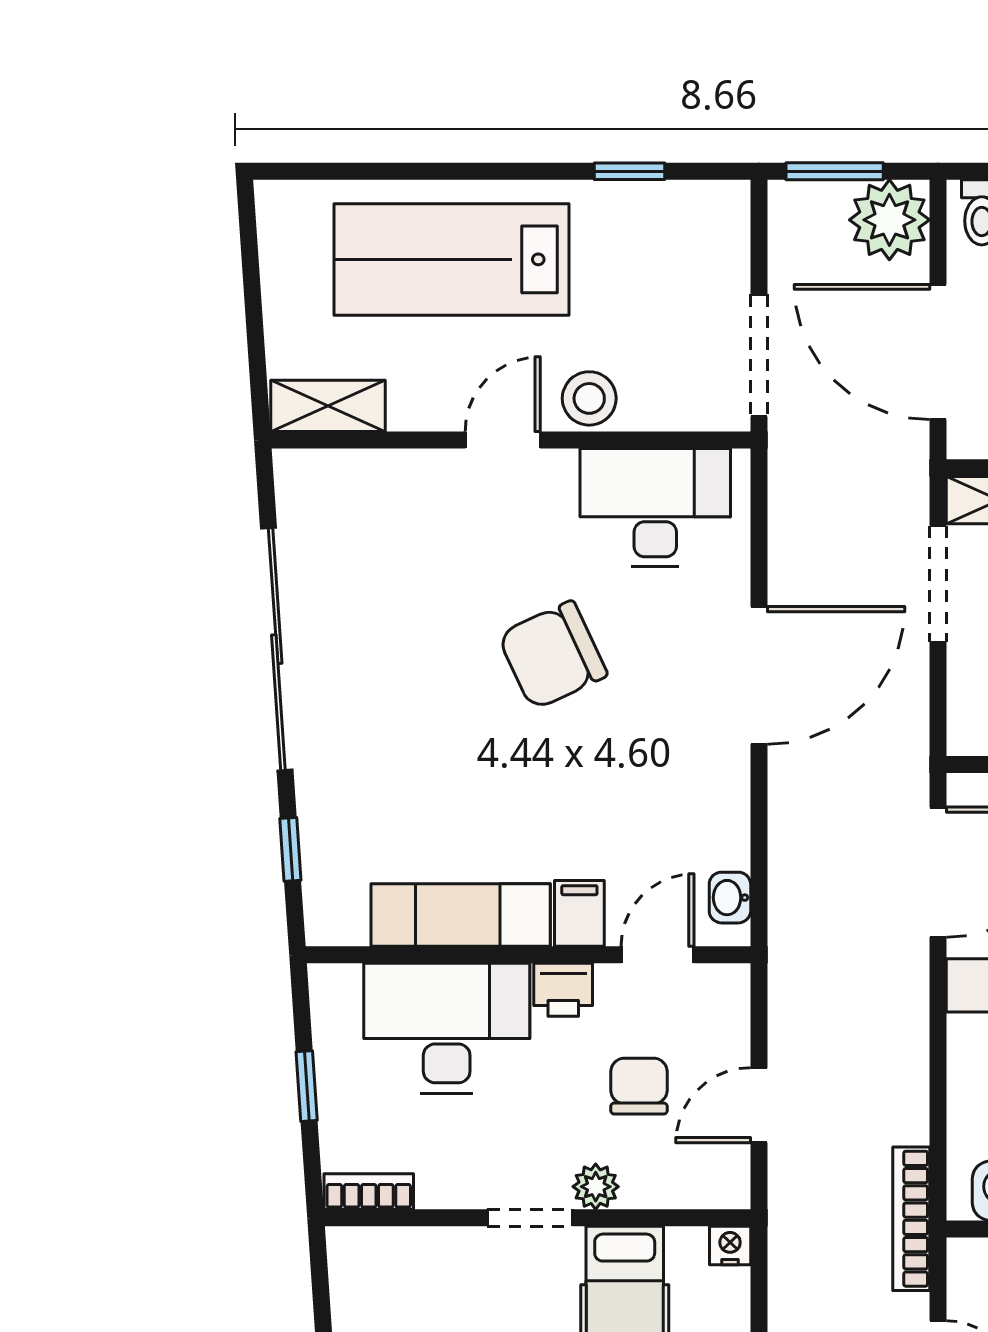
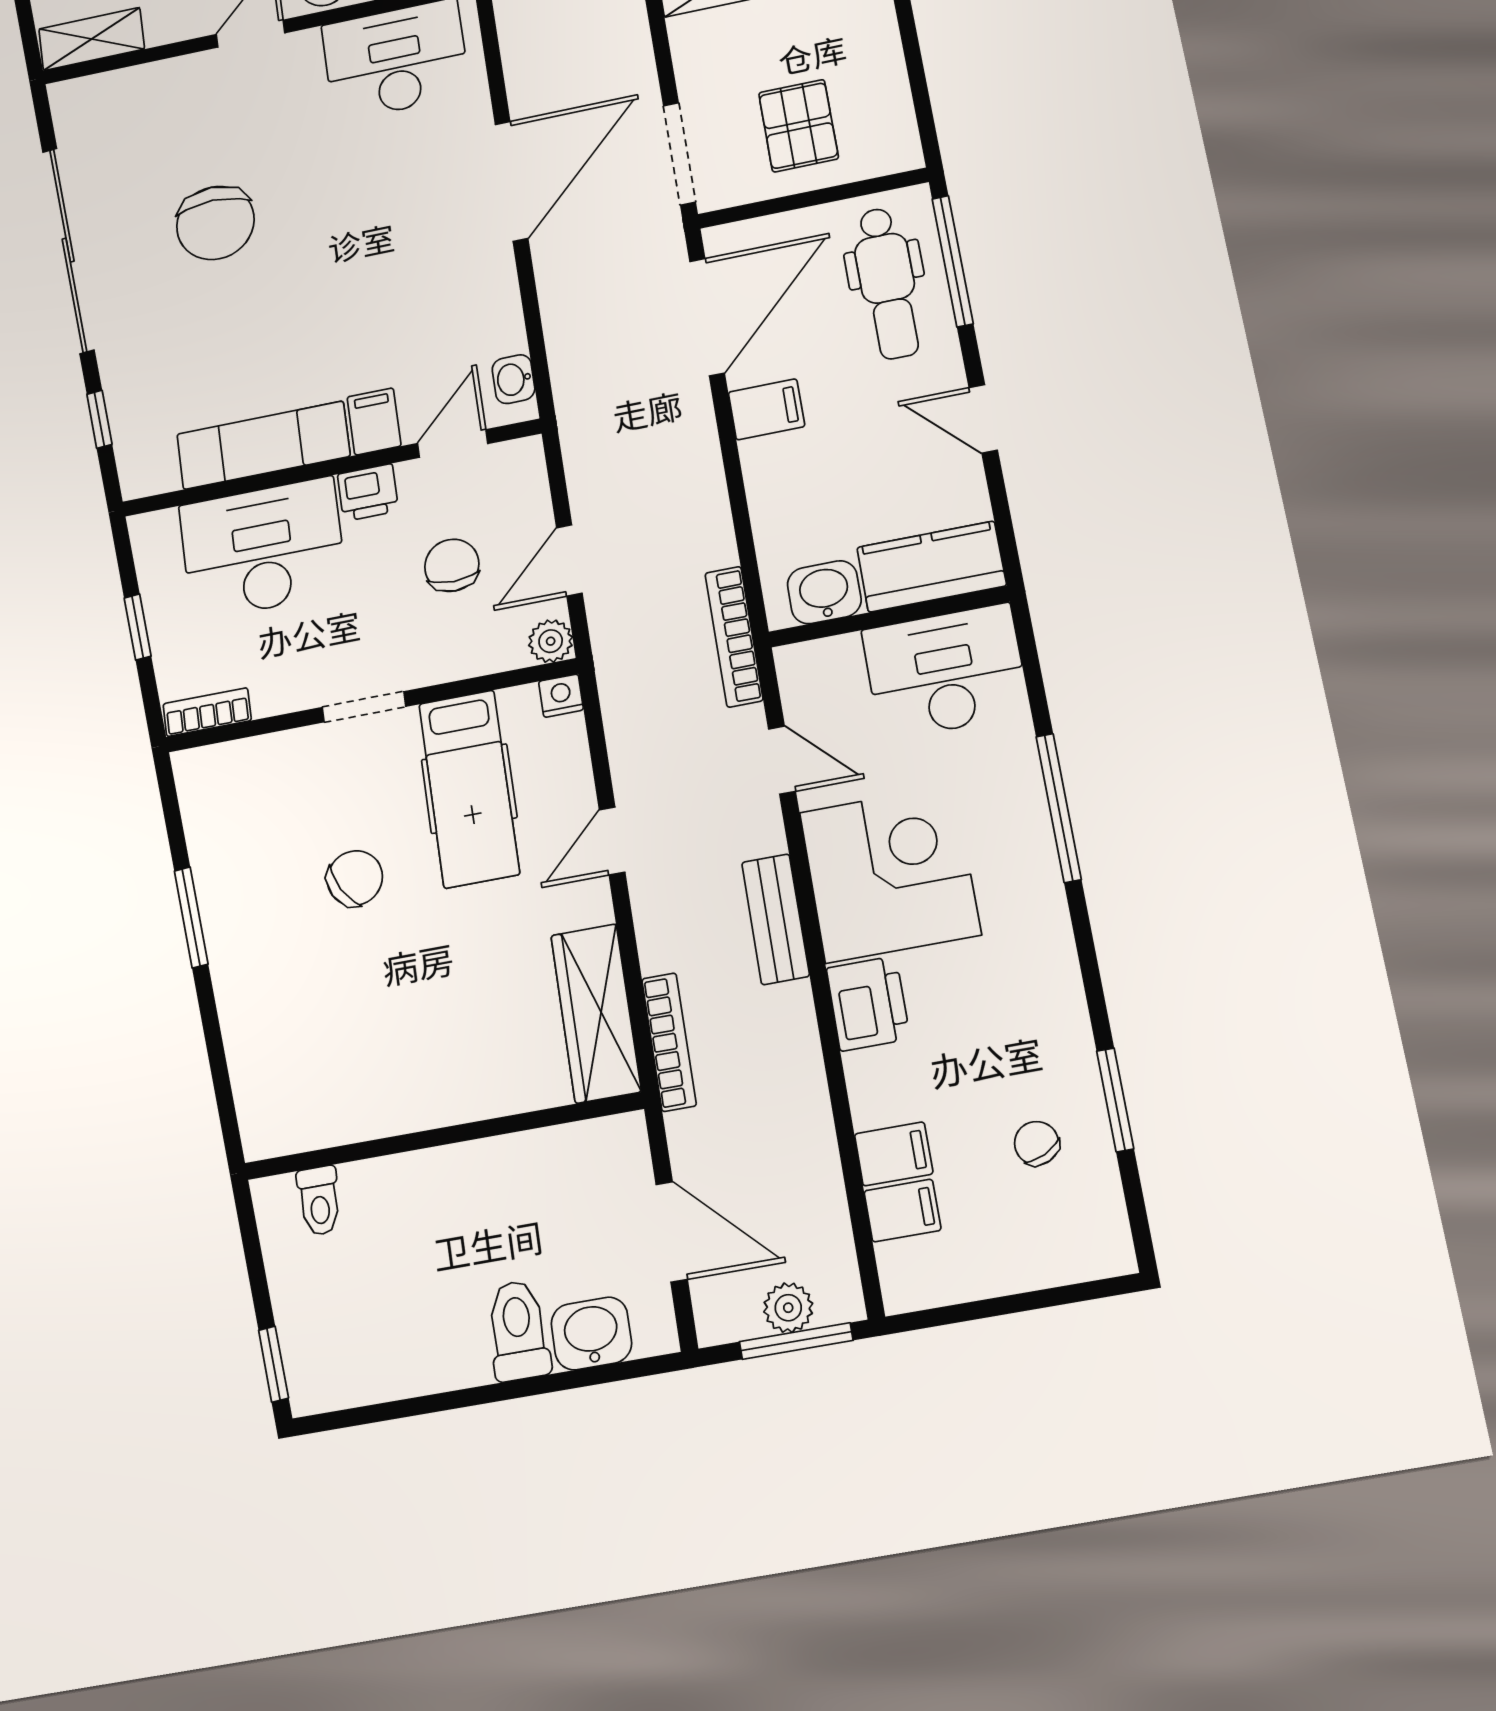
doorway: (938, 584) -> (679, 154), moved
chair: (553, 655) -> (215, 223), moved, turned -65
plant: (596, 1187) -> (551, 641), moved

